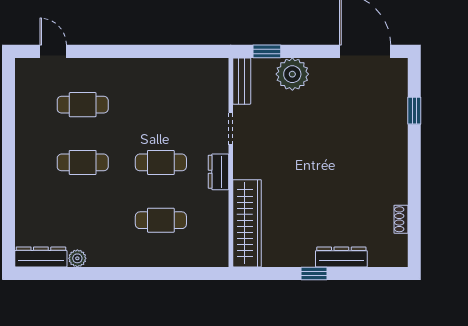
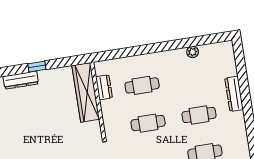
dresser: (218, 172) -> (104, 87), moved
dresser: (41, 257) -> (234, 94), moved, turned 90

